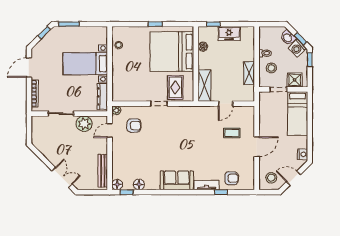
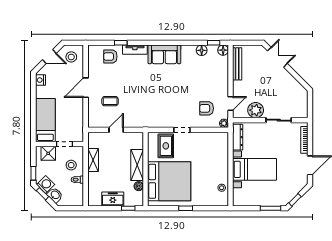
shelving: (204, 86) -> (137, 165), moved
double door: (62, 178) -> (277, 57), swing flipped

